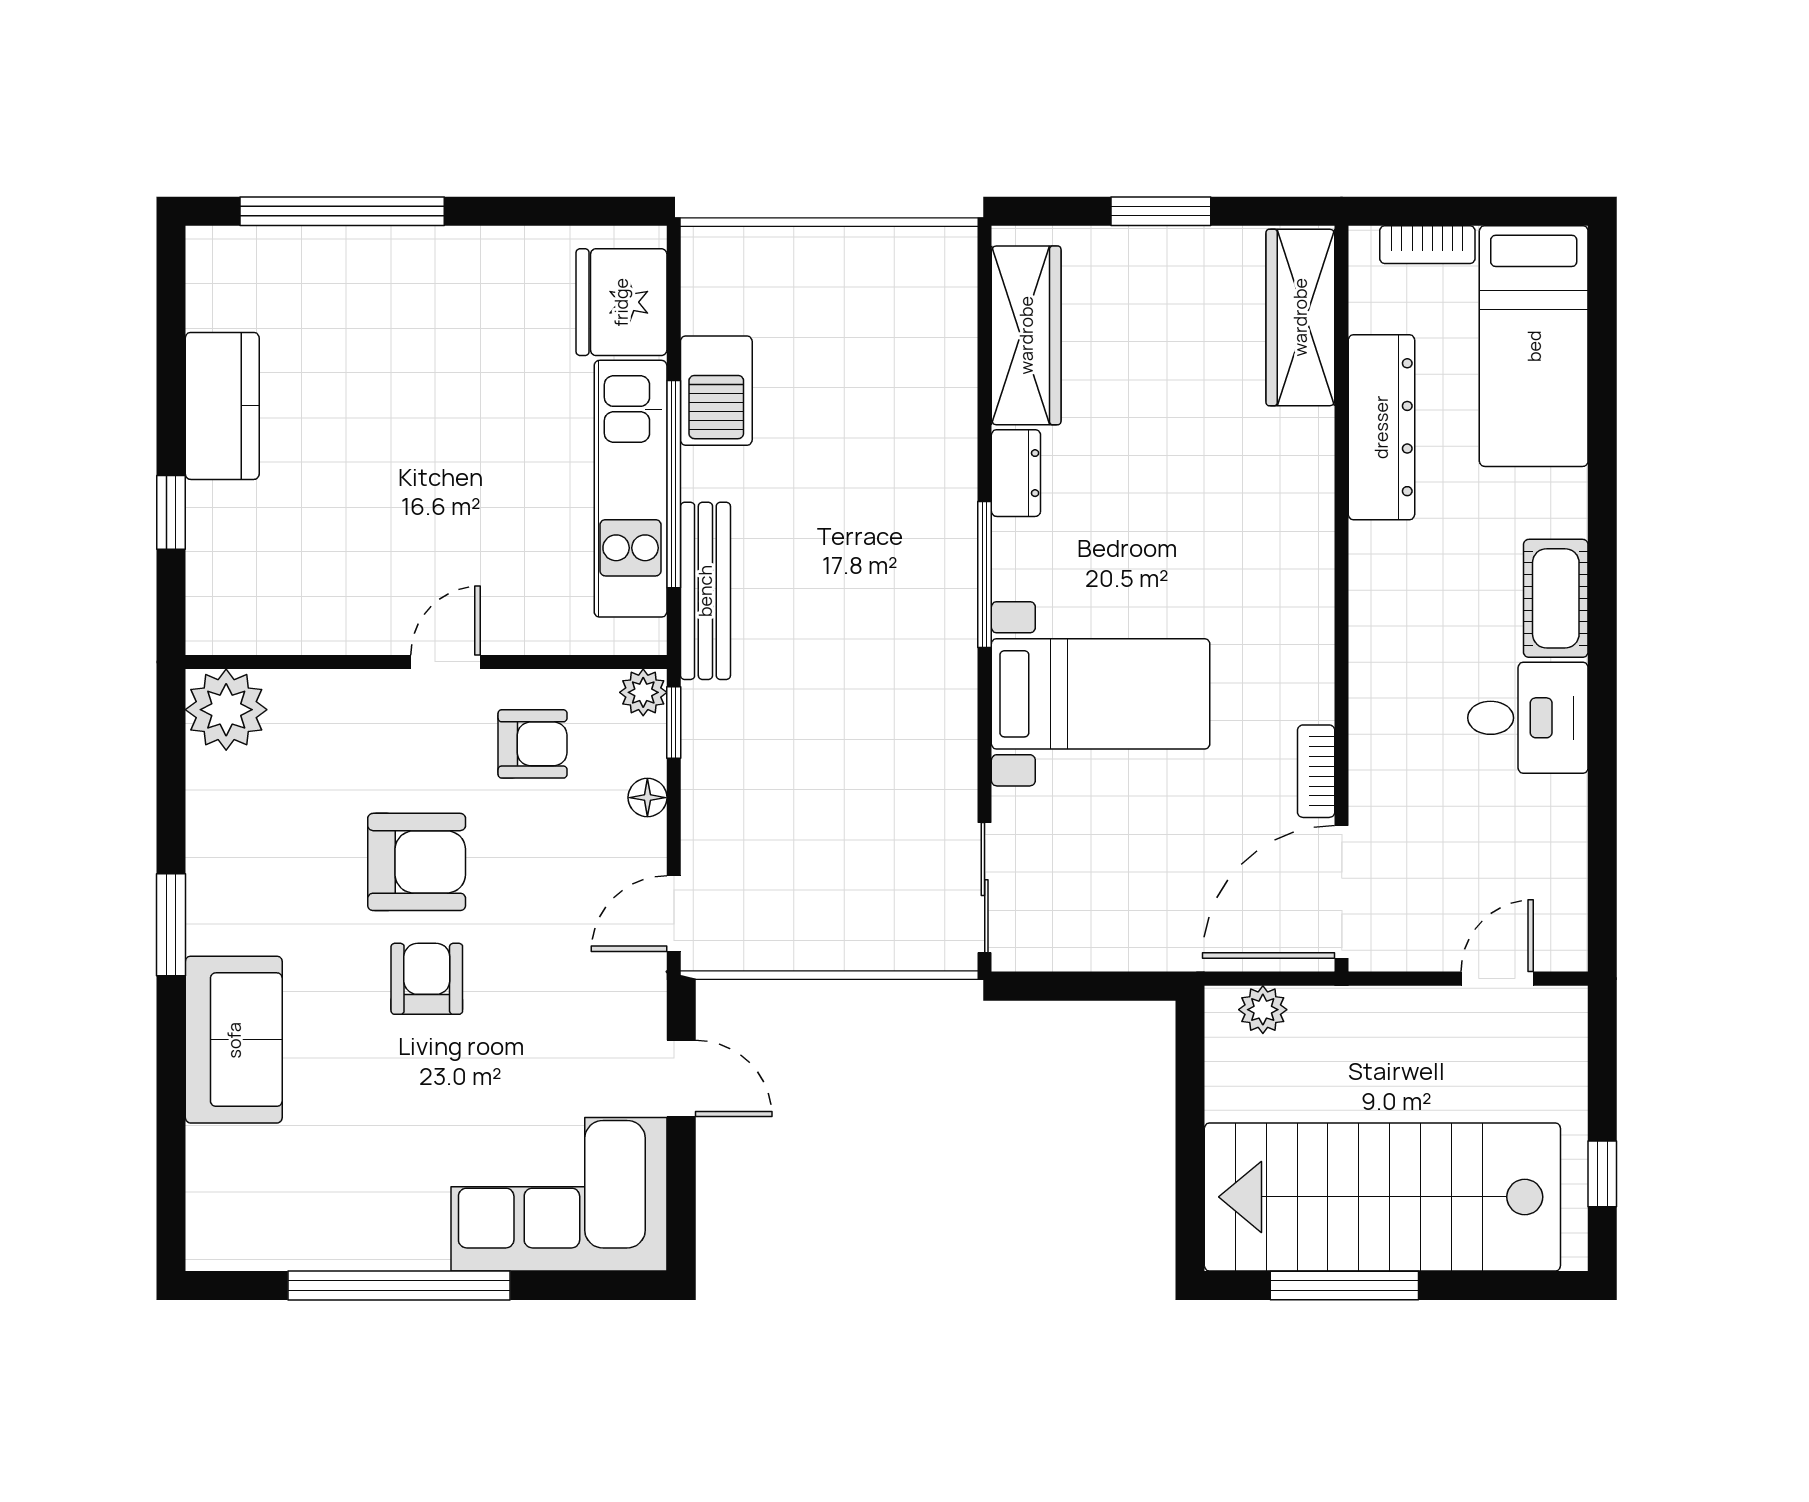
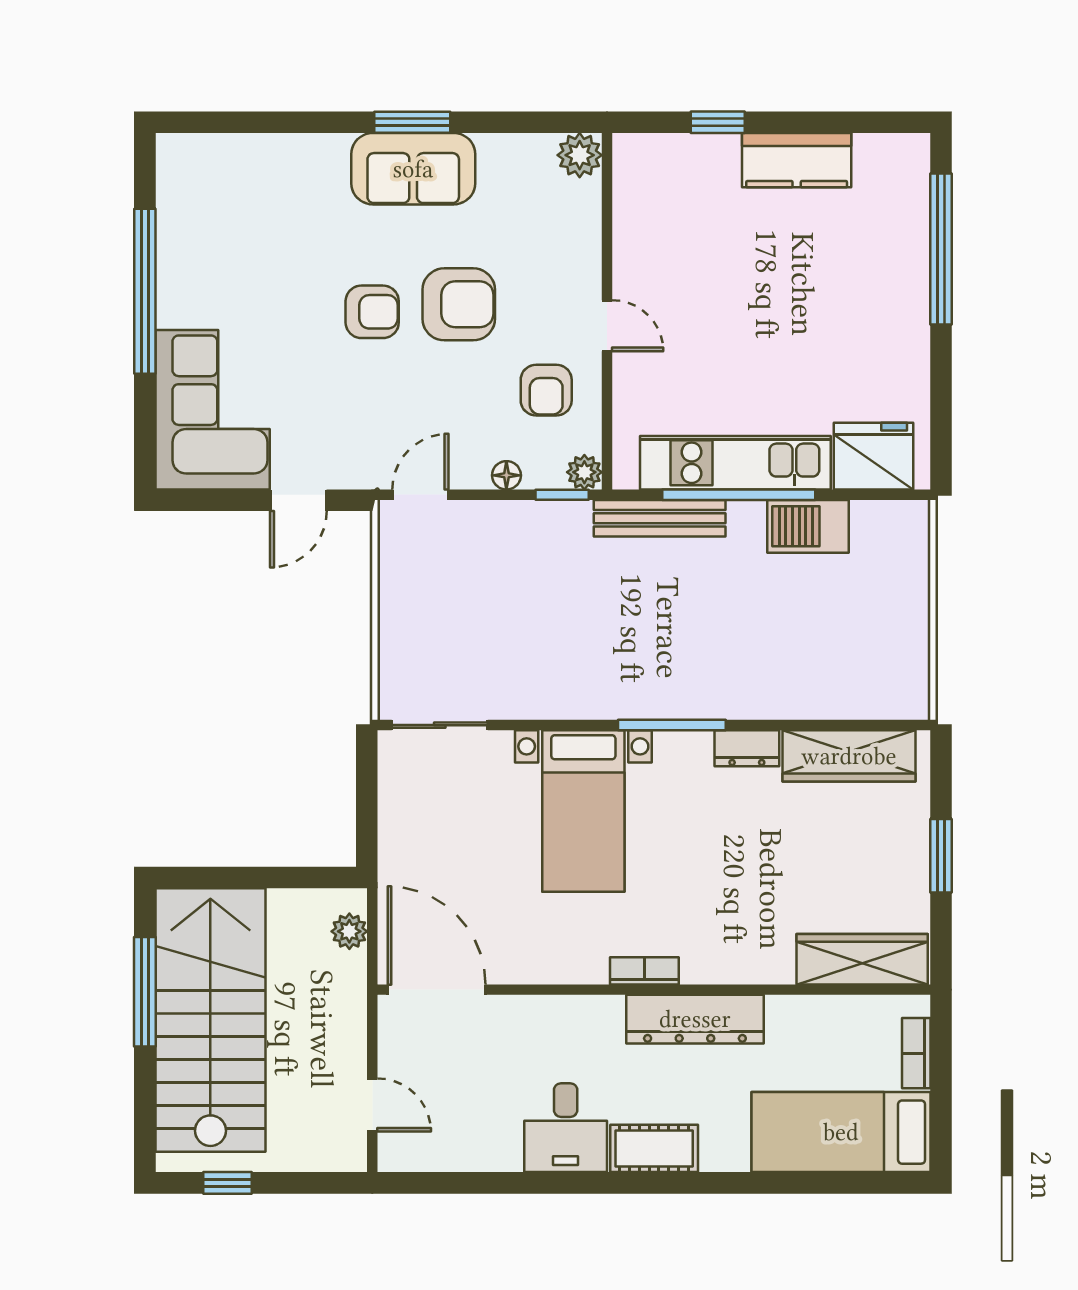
dresser: (1381, 427) -> (695, 1019), moved
plant: (226, 710) -> (580, 155), width x0.73, depth x0.73
bookcase: (1316, 771) -> (644, 971), moved
armchair: (417, 862) -> (459, 304), turned -90
door: (674, 914) -> (420, 495), hinge flipped
sofa: (234, 1040) -> (413, 169), moved

